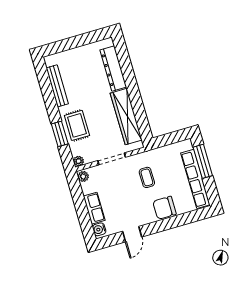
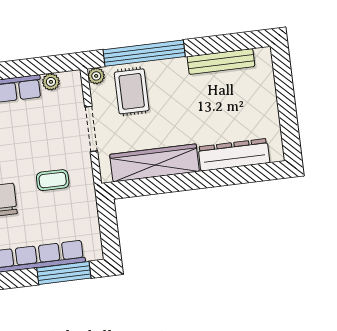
rug: (77, 125) -> (132, 91), moved, turned 90
window: (60, 134) -> (144, 53), width x2.11
plant: (83, 176) -> (51, 82), moved

